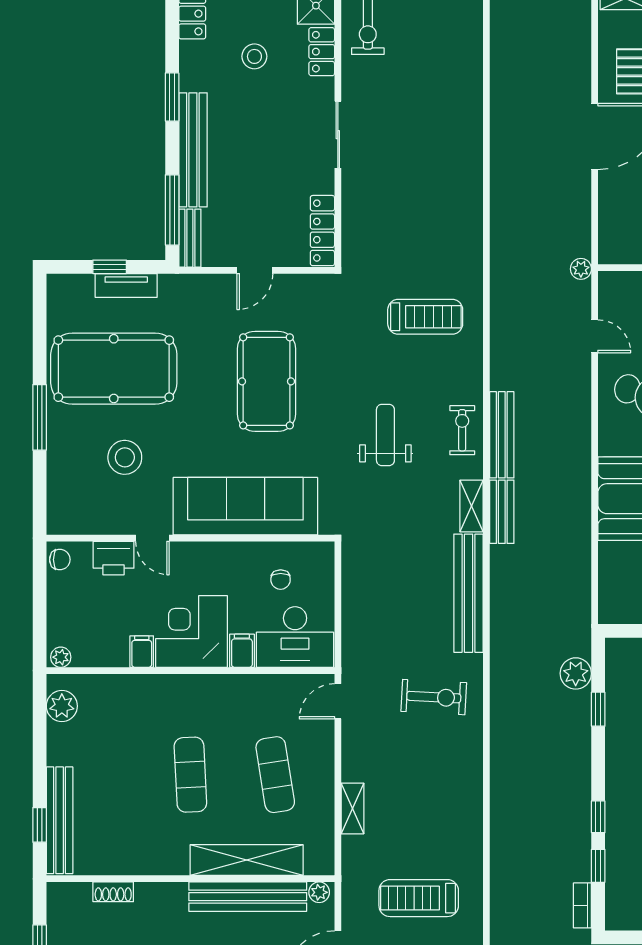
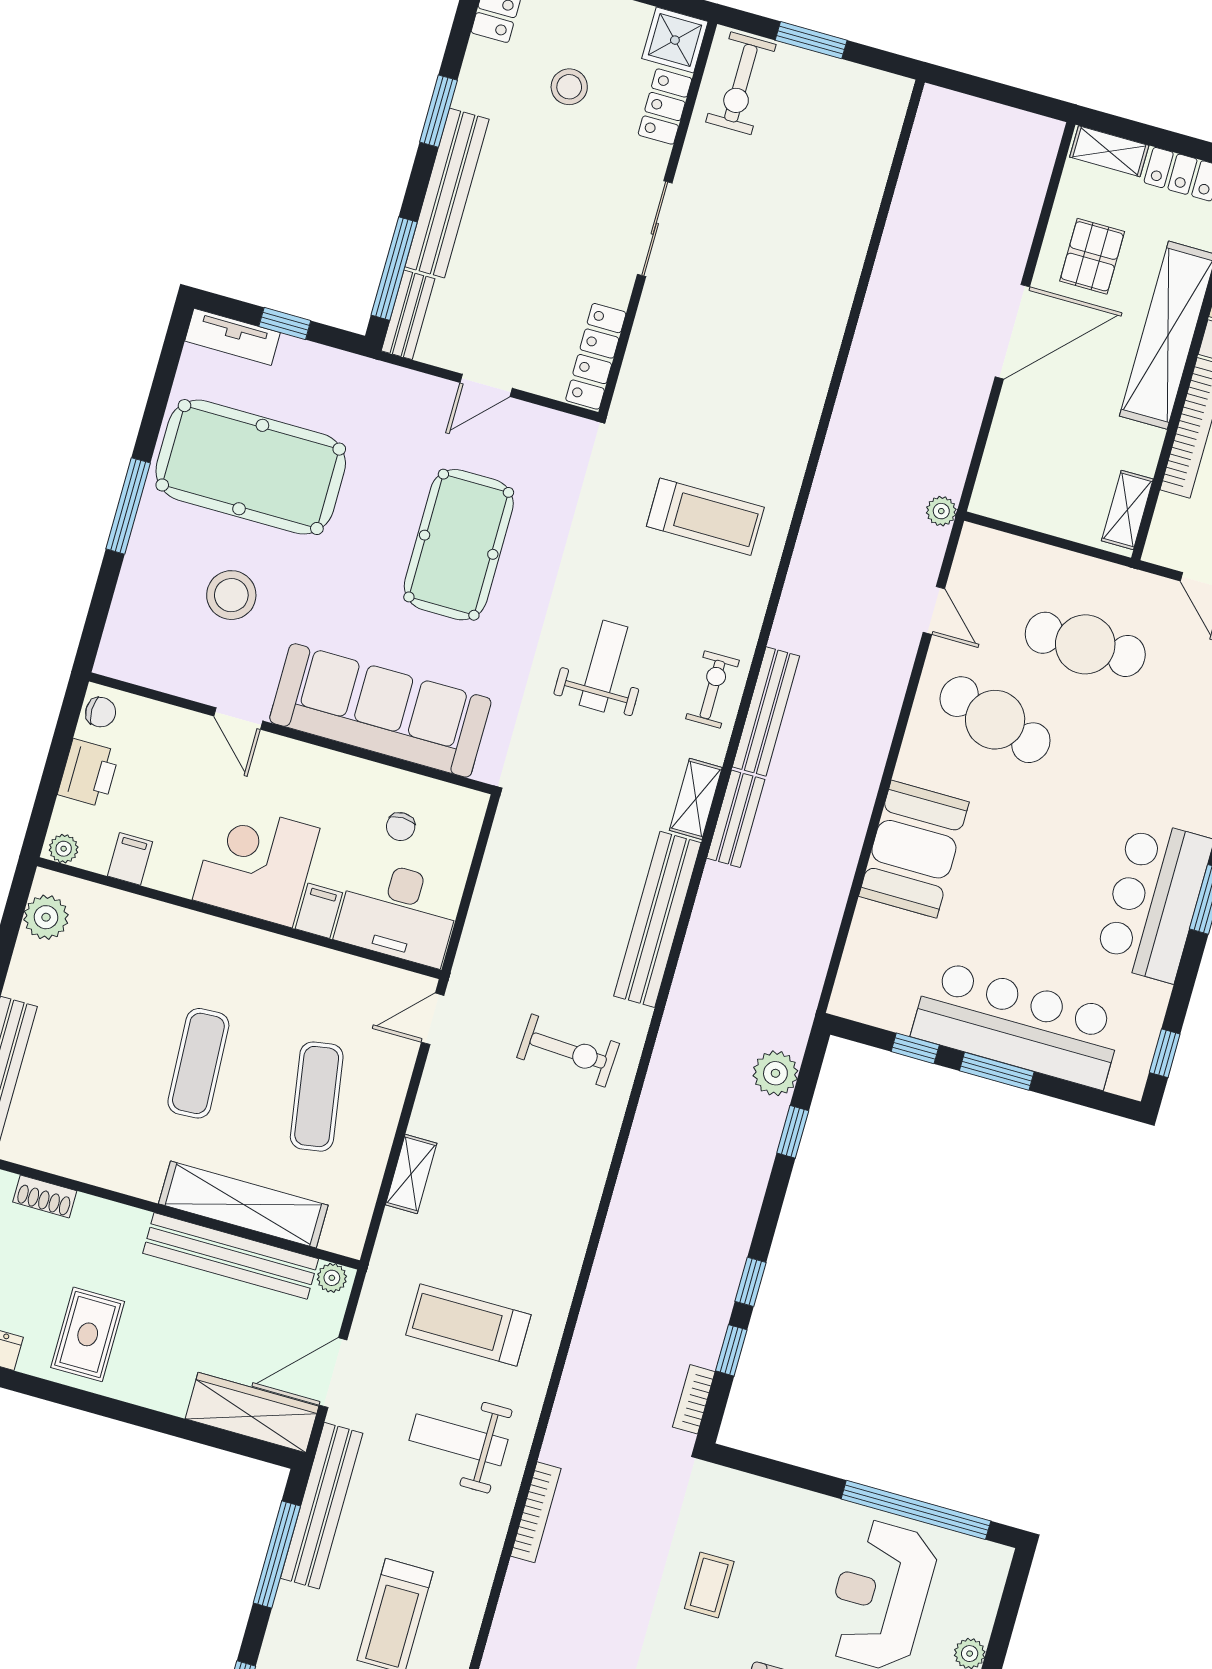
tv unit: (126, 285) -> (233, 337), moved
printer: (114, 558) -> (88, 773), moved, turned -90
filing cabinet: (142, 652) -> (130, 859), moved

